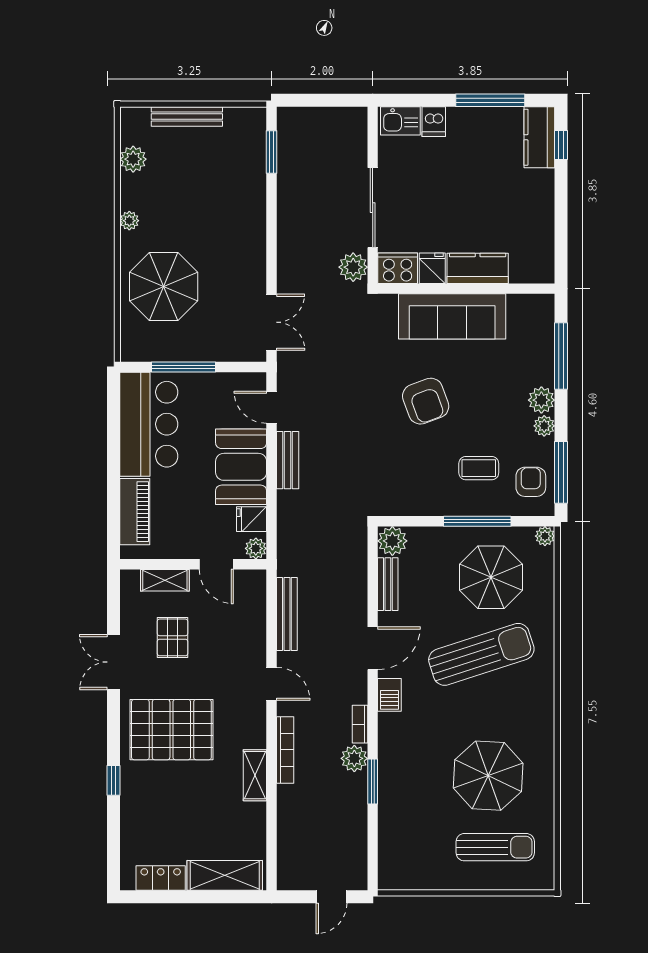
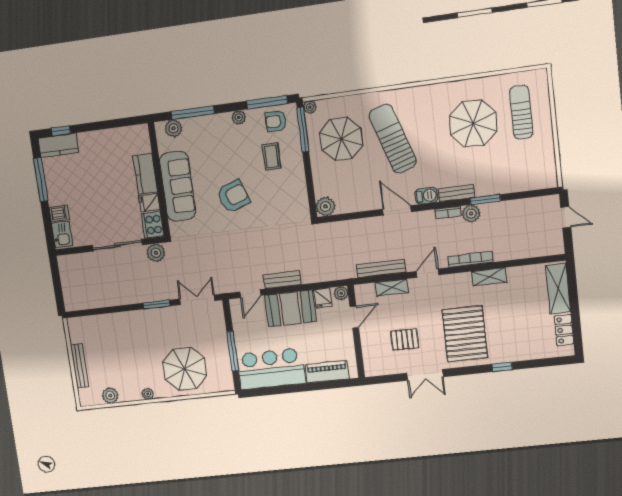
window: (272, 152) -> (157, 304), moved
plant: (541, 400) -> (173, 128), moved
window: (477, 521) -> (303, 130), moved
shelving: (165, 580) -> (392, 288), moved, turned 90
bench: (388, 584) -> (456, 193), moved

